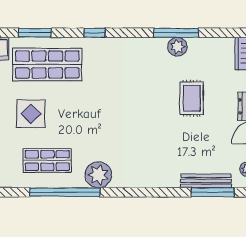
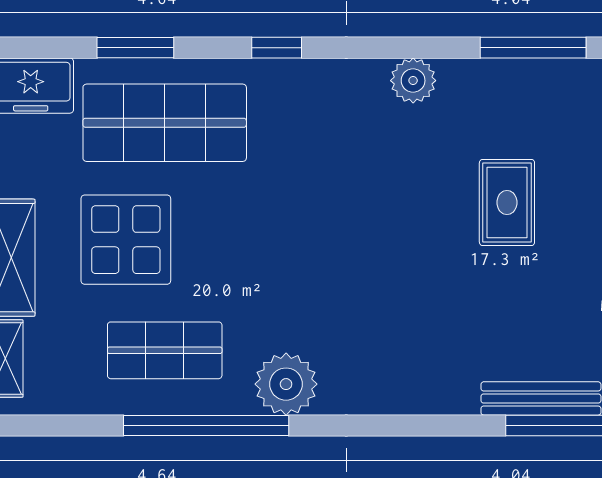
window: (176, 33) -> (533, 48), moved
plant: (177, 47) -> (413, 81), moved
display table: (31, 114) -> (126, 240), width x1.36, depth x1.36

